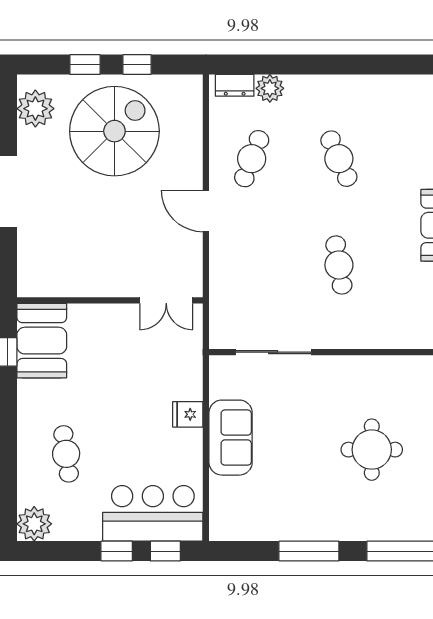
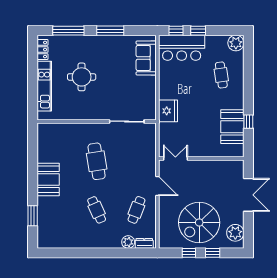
cafe table: (339, 265) -> (97, 161), width x1.37, depth x1.35
wall: (110, 300) -> (201, 159), moved
double door: (166, 300) -> (175, 159), moved
fridge: (188, 414) -> (168, 111), moved, width x1.88, depth x1.34
sofa: (231, 438) -> (146, 58), moved

